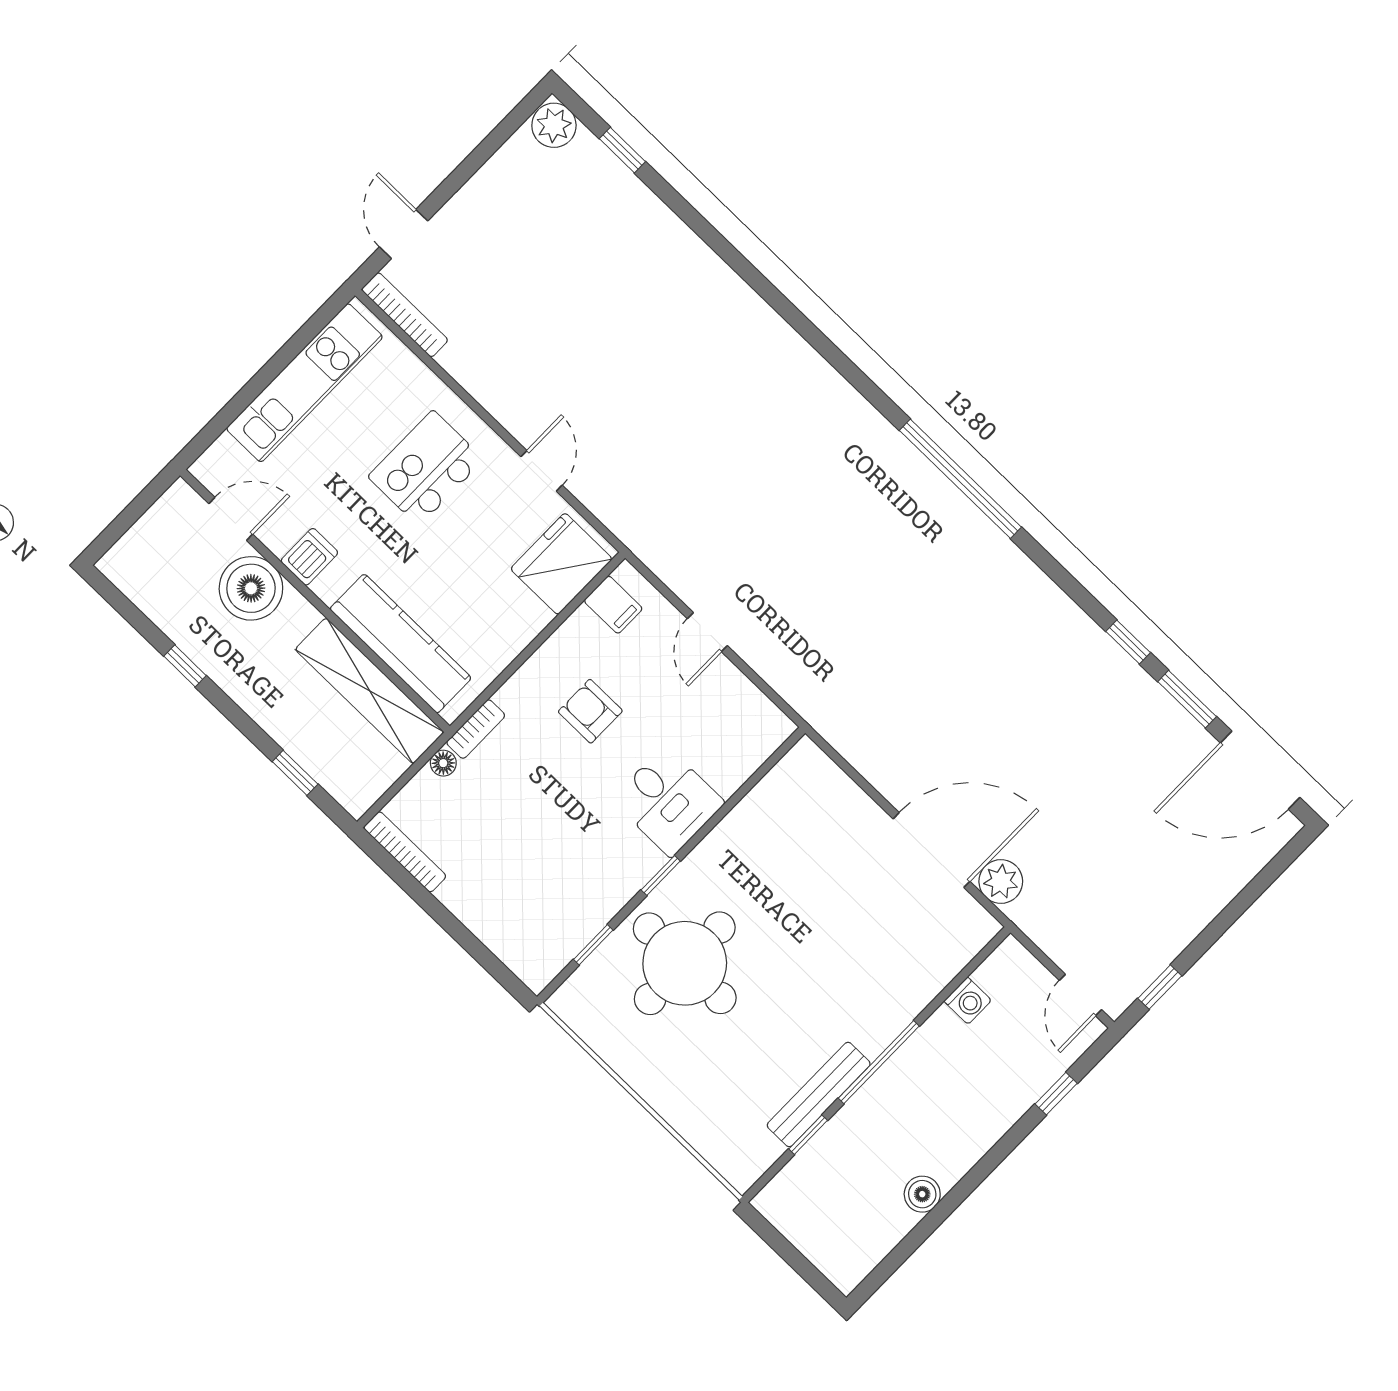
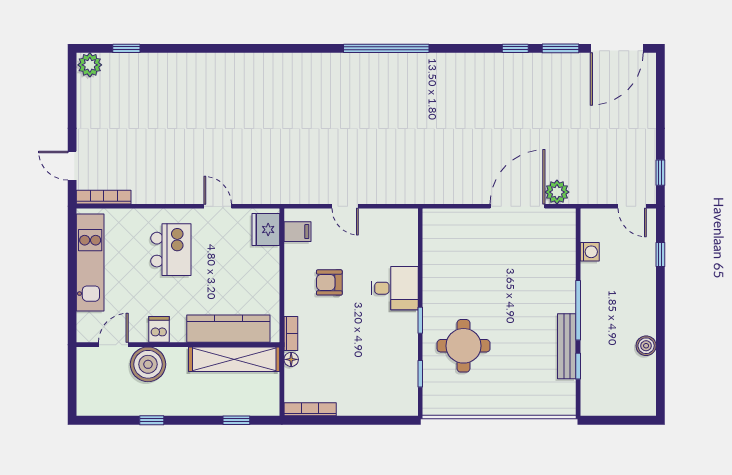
kitchen island: (426, 468) -> (171, 250), turned 180
fridge: (561, 564) -> (266, 230), width x0.73, depth x0.75
round table: (685, 963) -> (464, 346), width x0.73, depth x0.73

